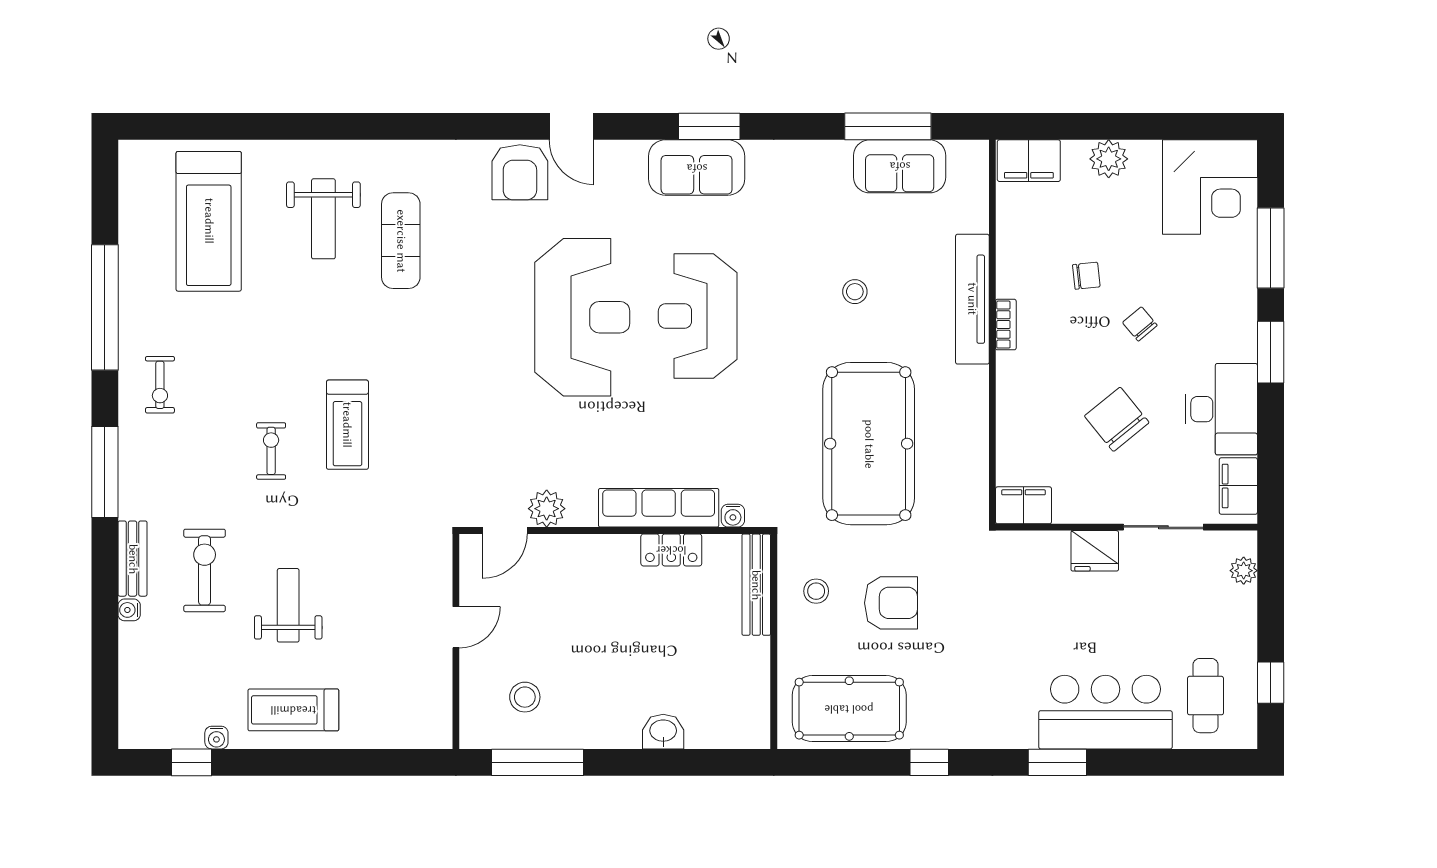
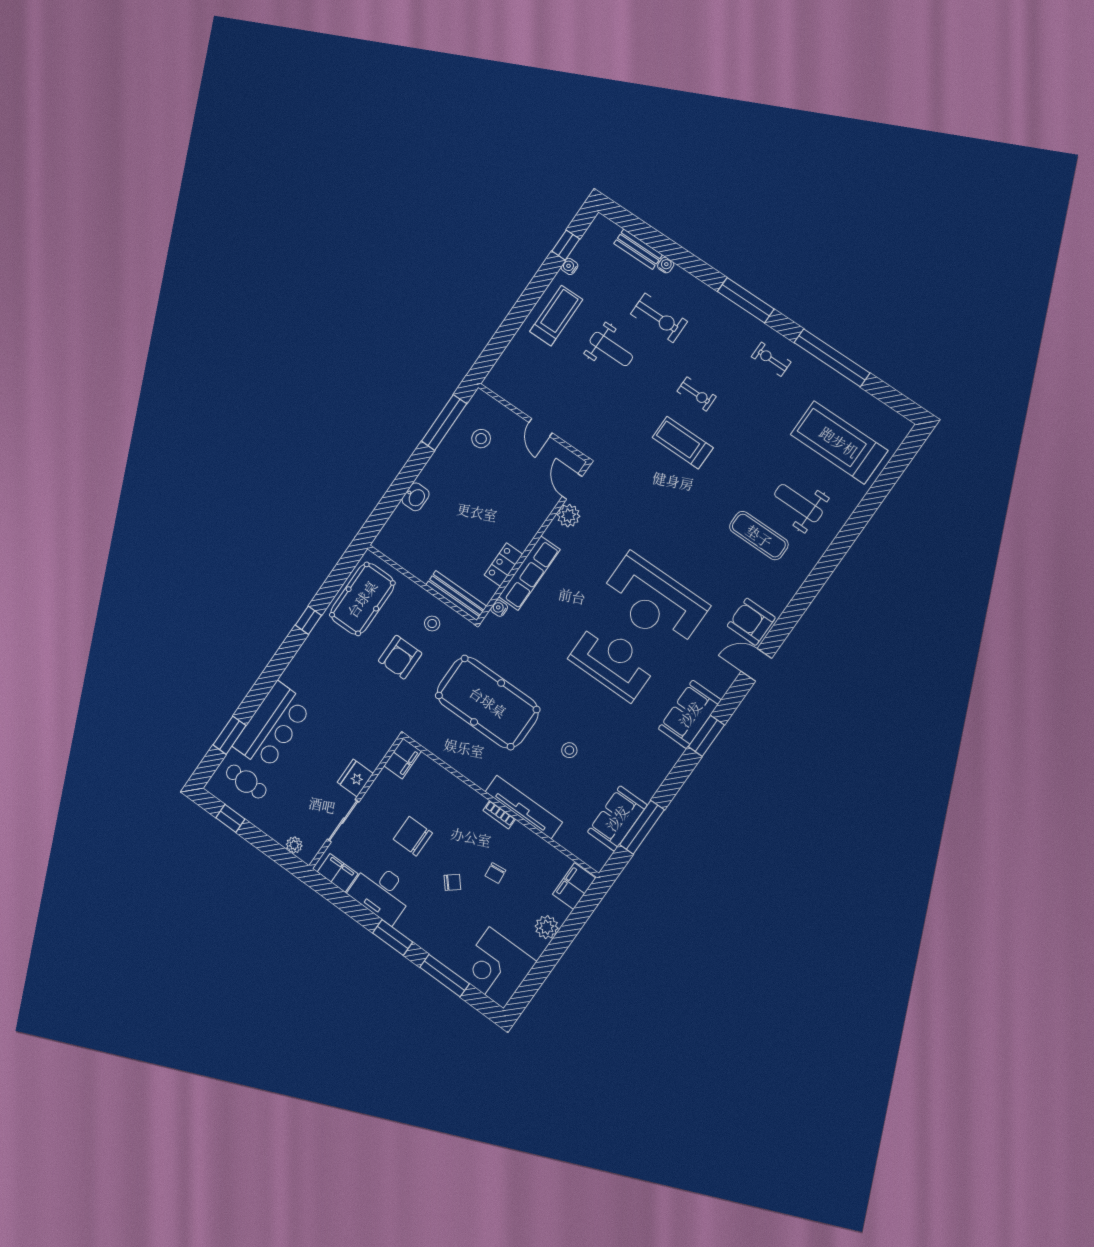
chair: (1117, 419) -> (413, 836), turned -141
bench: (133, 559) -> (638, 249), moved
window: (1057, 762) -> (229, 735), moved

